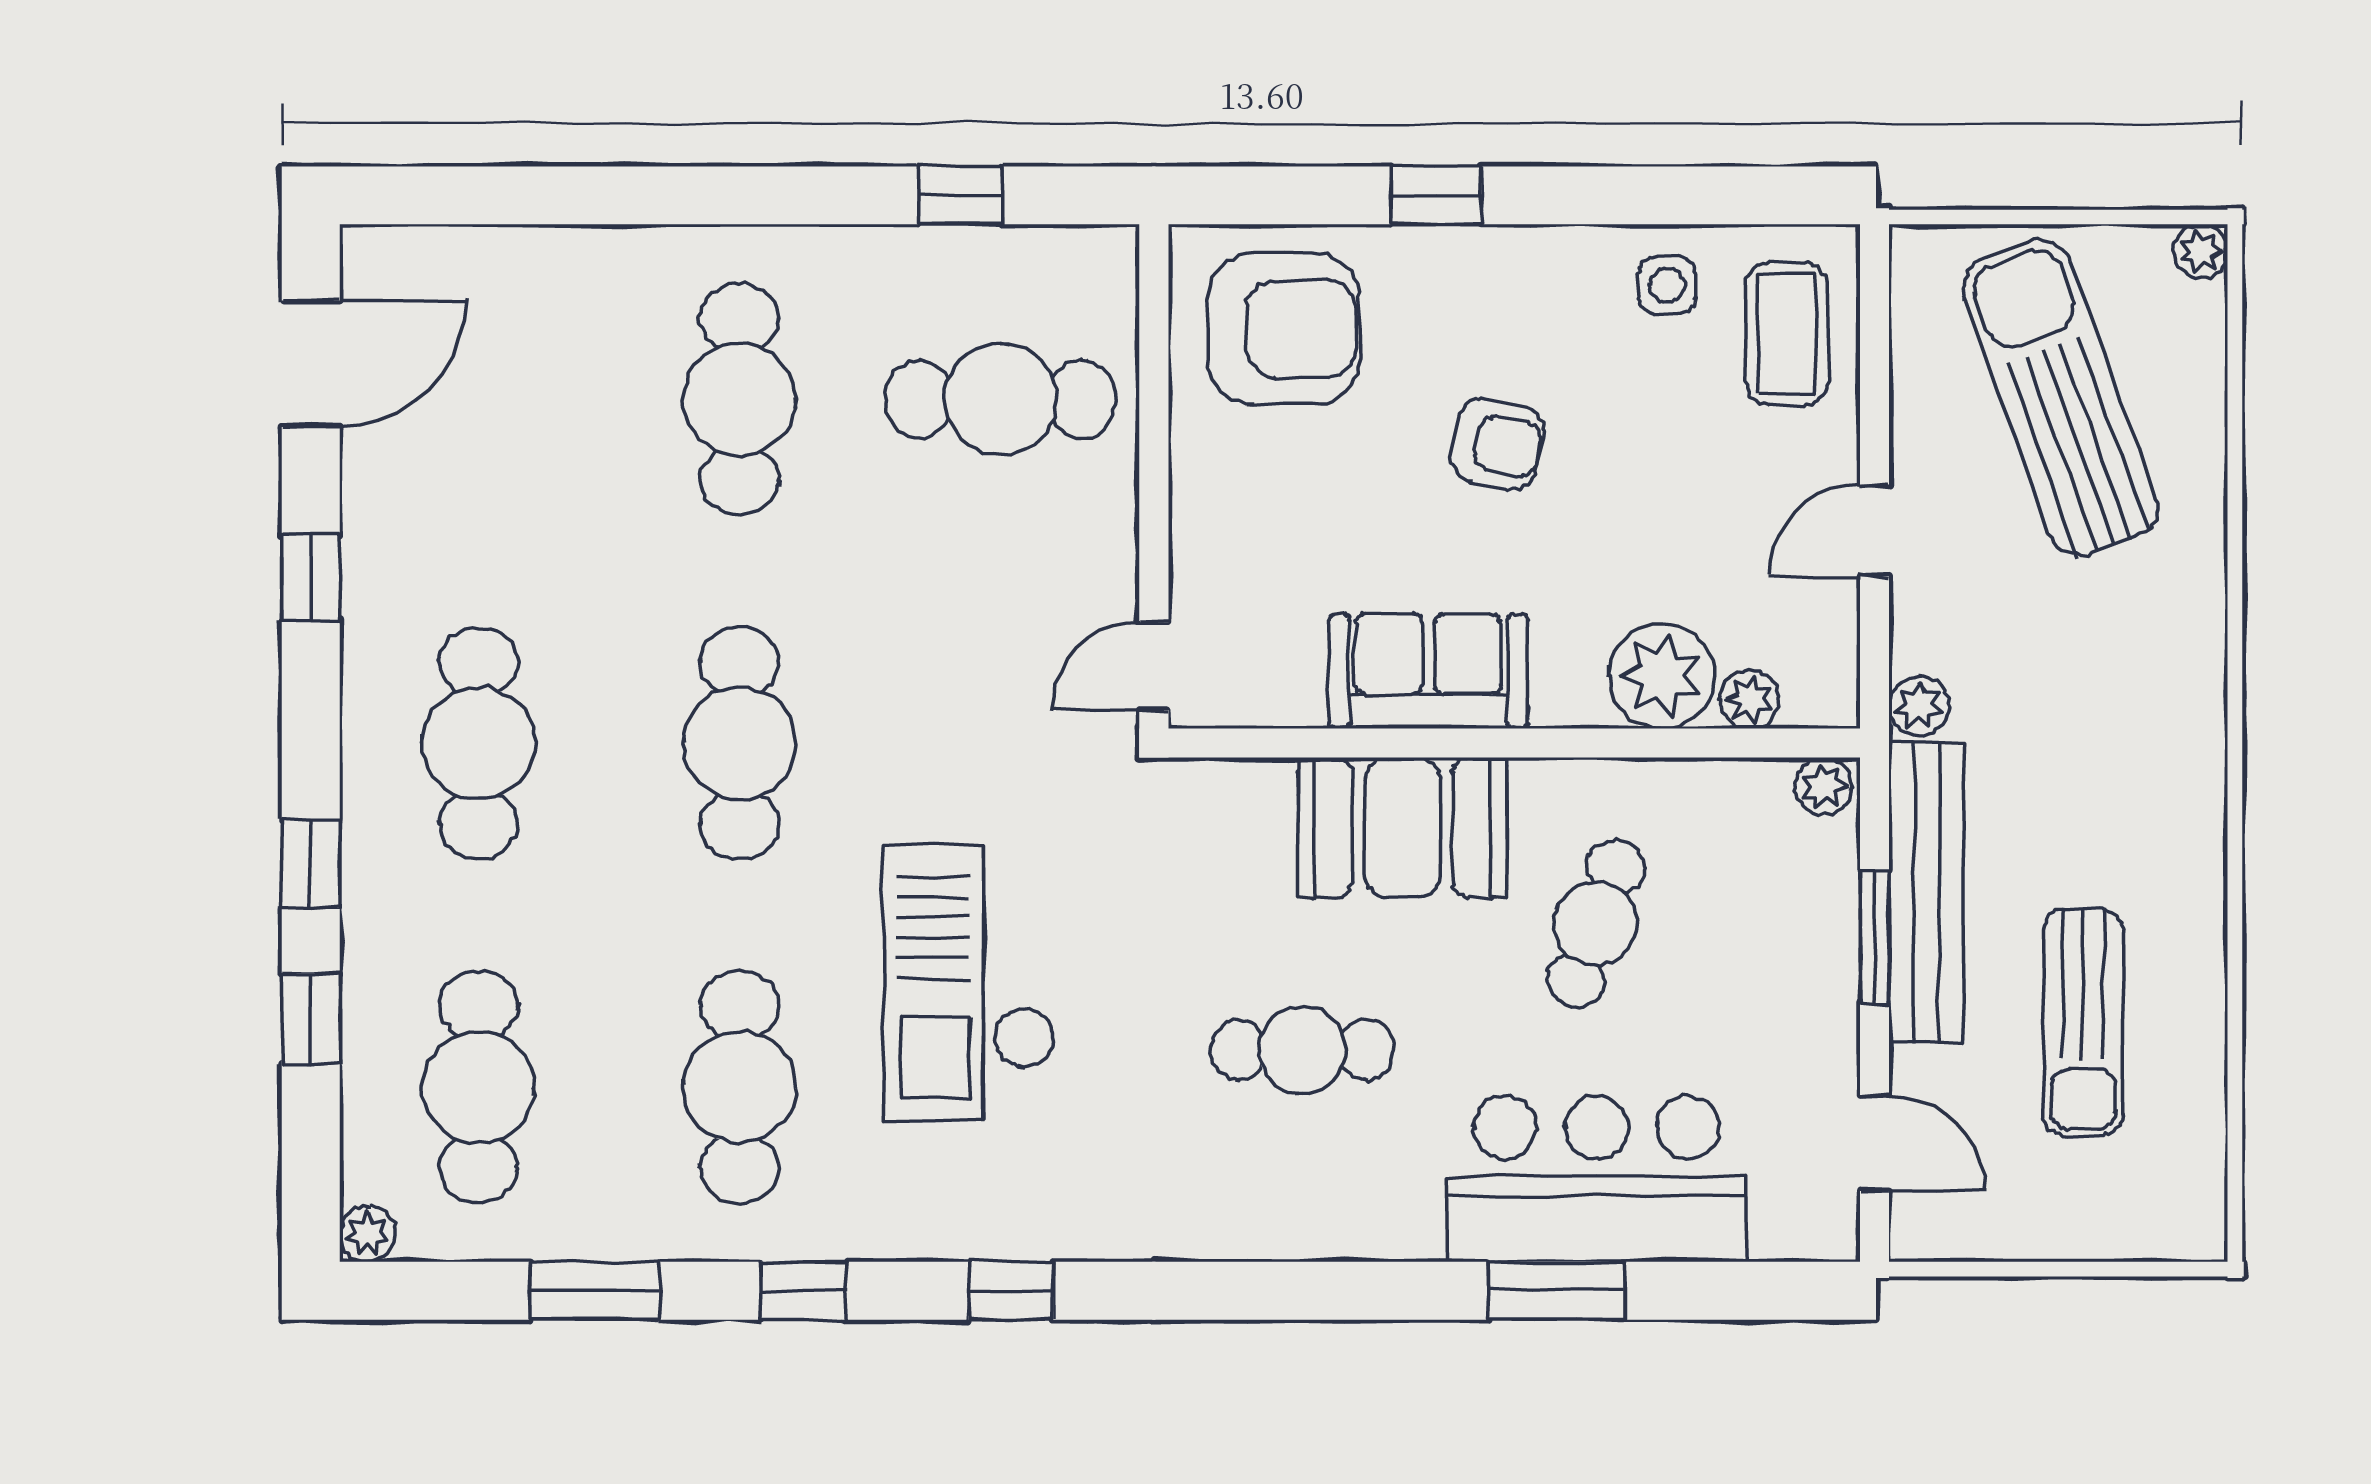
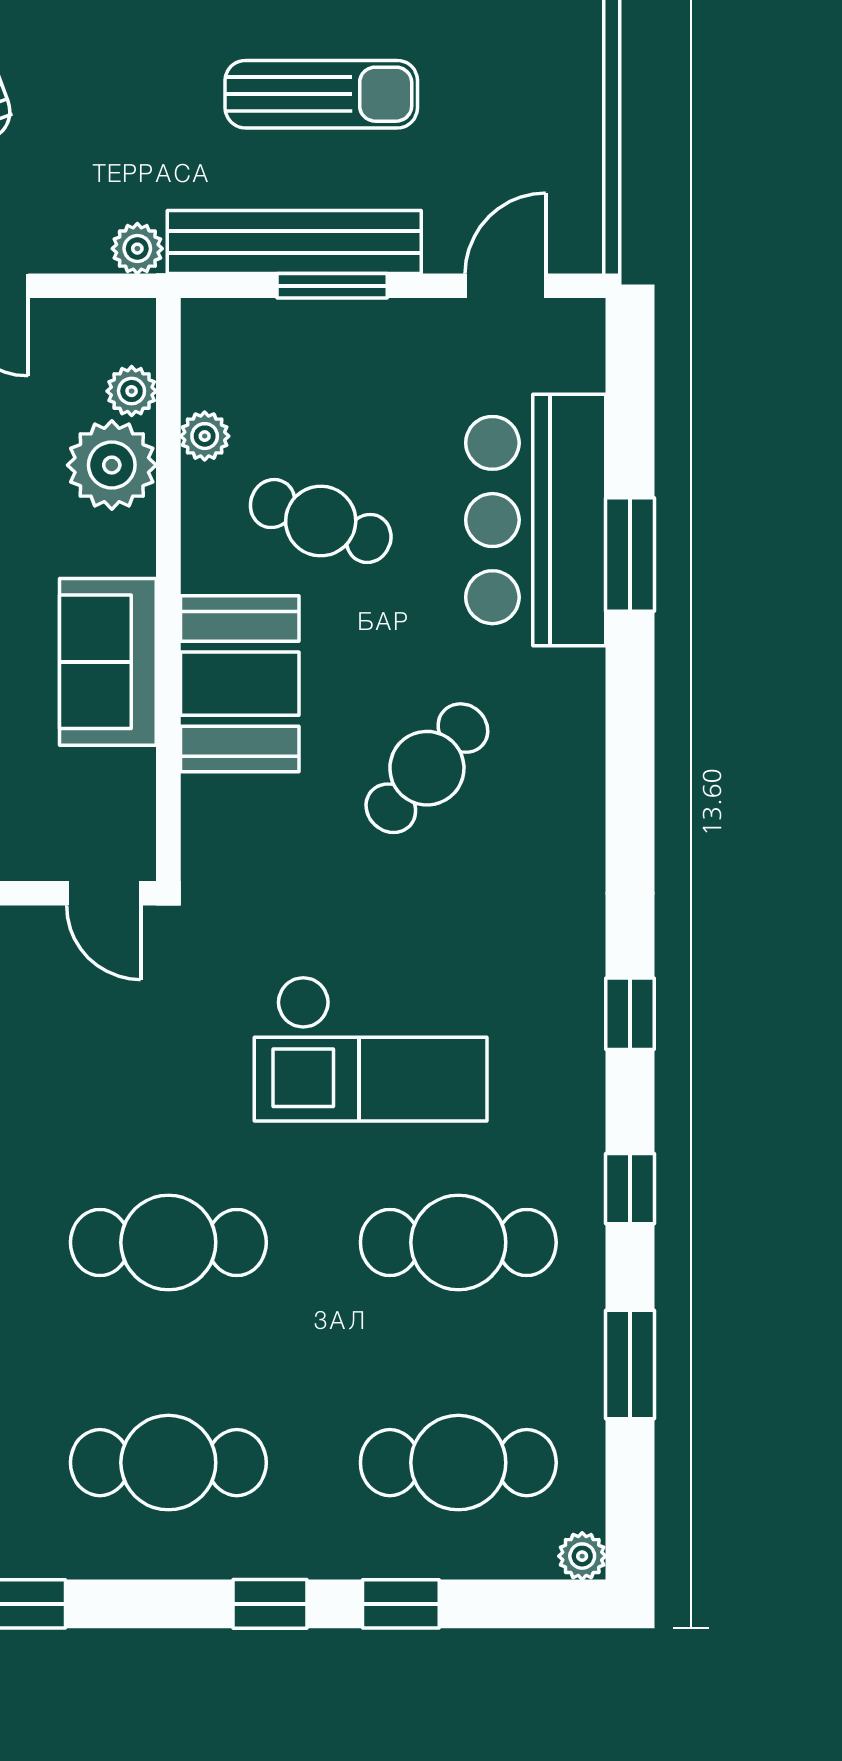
plant: (1823, 786) -> (205, 436), moved
sun lounger: (2083, 1022) -> (321, 94), moved
cafe table: (1302, 1050) -> (427, 768), turned 42

